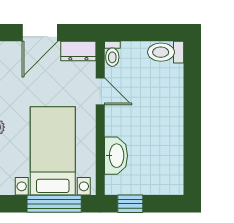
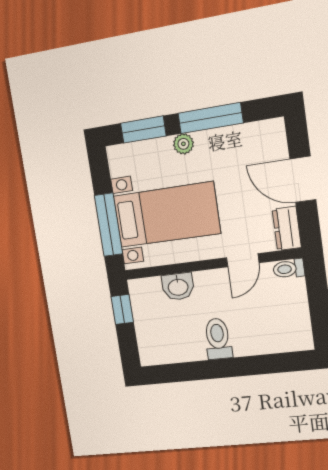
toilet: (166, 52) -> (218, 339), moved
washbasin: (116, 156) -> (178, 287), width x0.72

